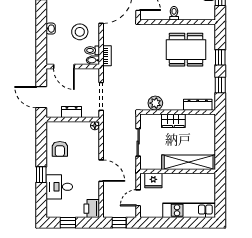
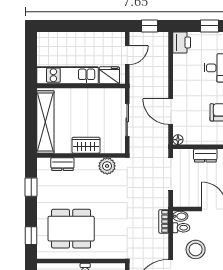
window: (220, 57) -> (31, 236), moved
dresser: (198, 105) -> (62, 164), width x0.70
shelving: (189, 162) -> (45, 122), moved, turned 90
door: (101, 171) -> (171, 112), moved
kitchen unit: (189, 210) -> (68, 75), moved, turned 180

